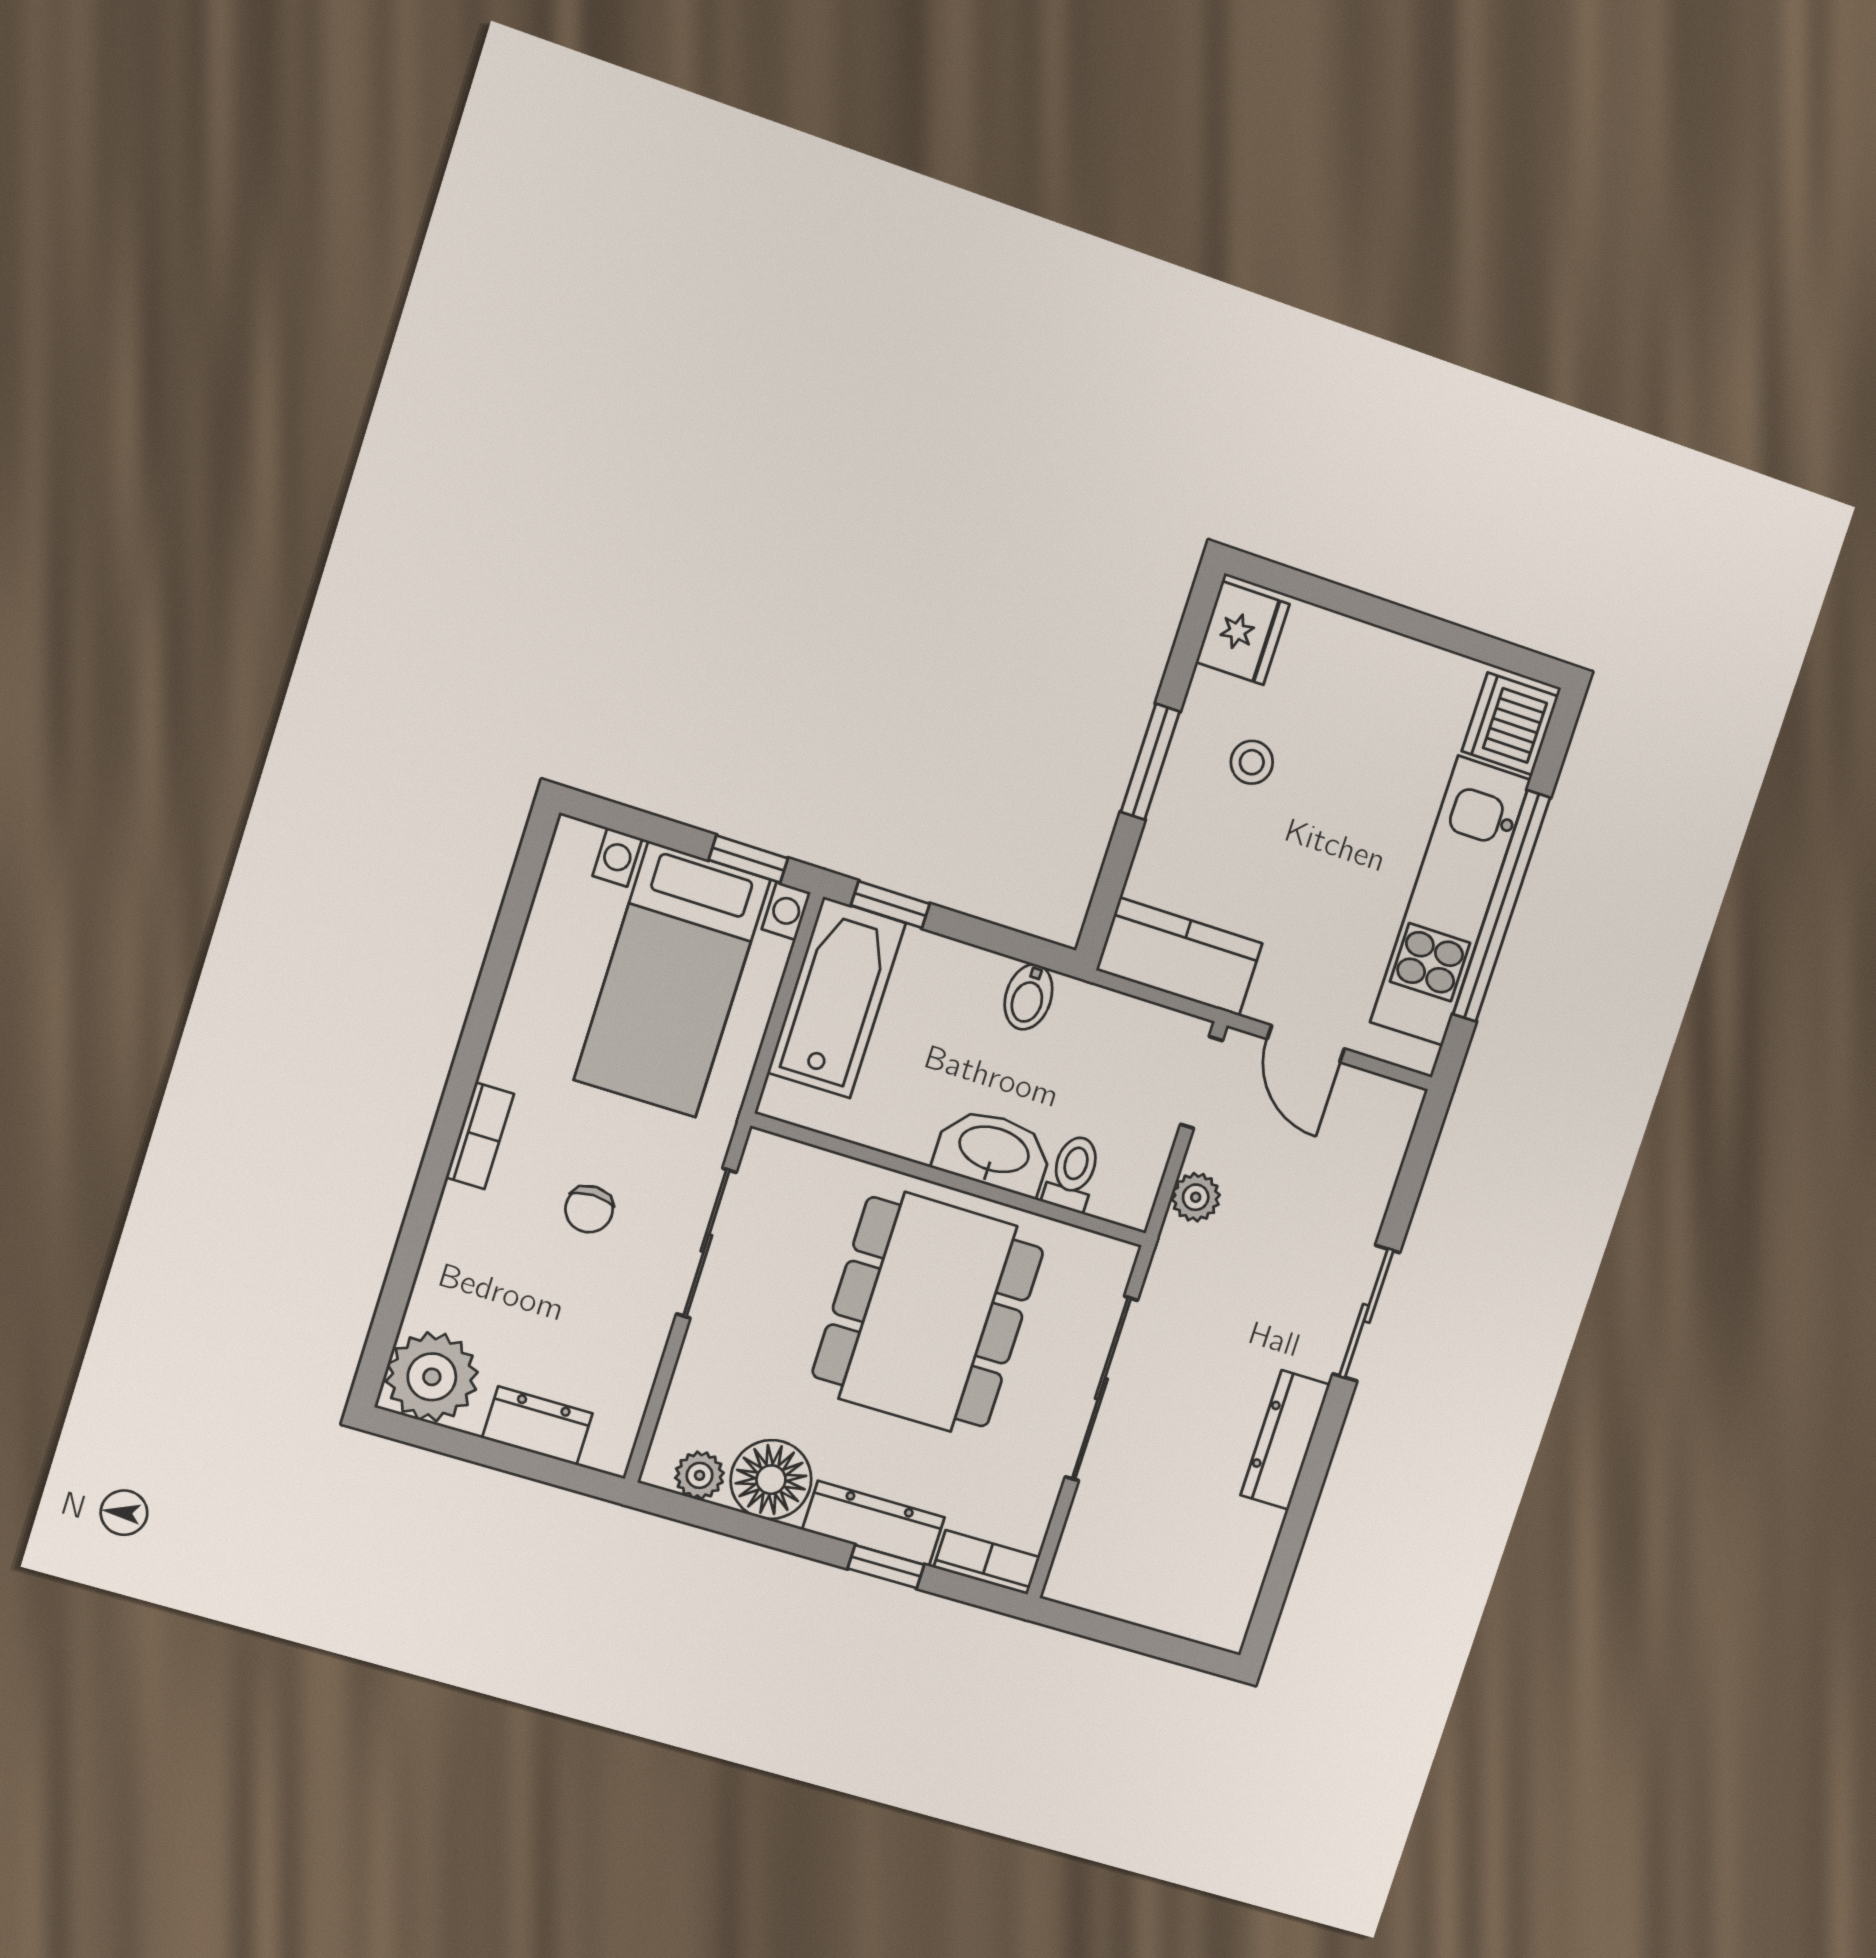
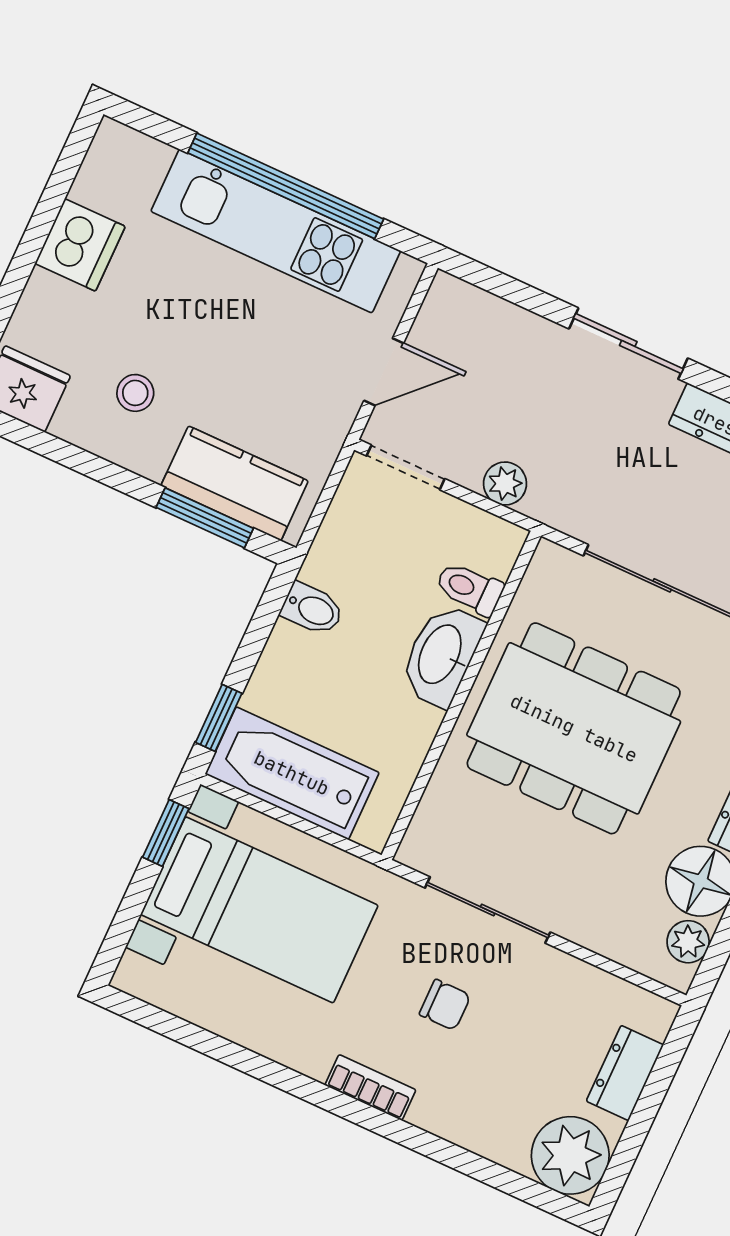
dishwasher: (1510, 724) -> (80, 245), moved, turned -90
window: (1150, 762) -> (205, 518), moved
kitchen counter: (1179, 957) -> (235, 483), moved, turned 90

